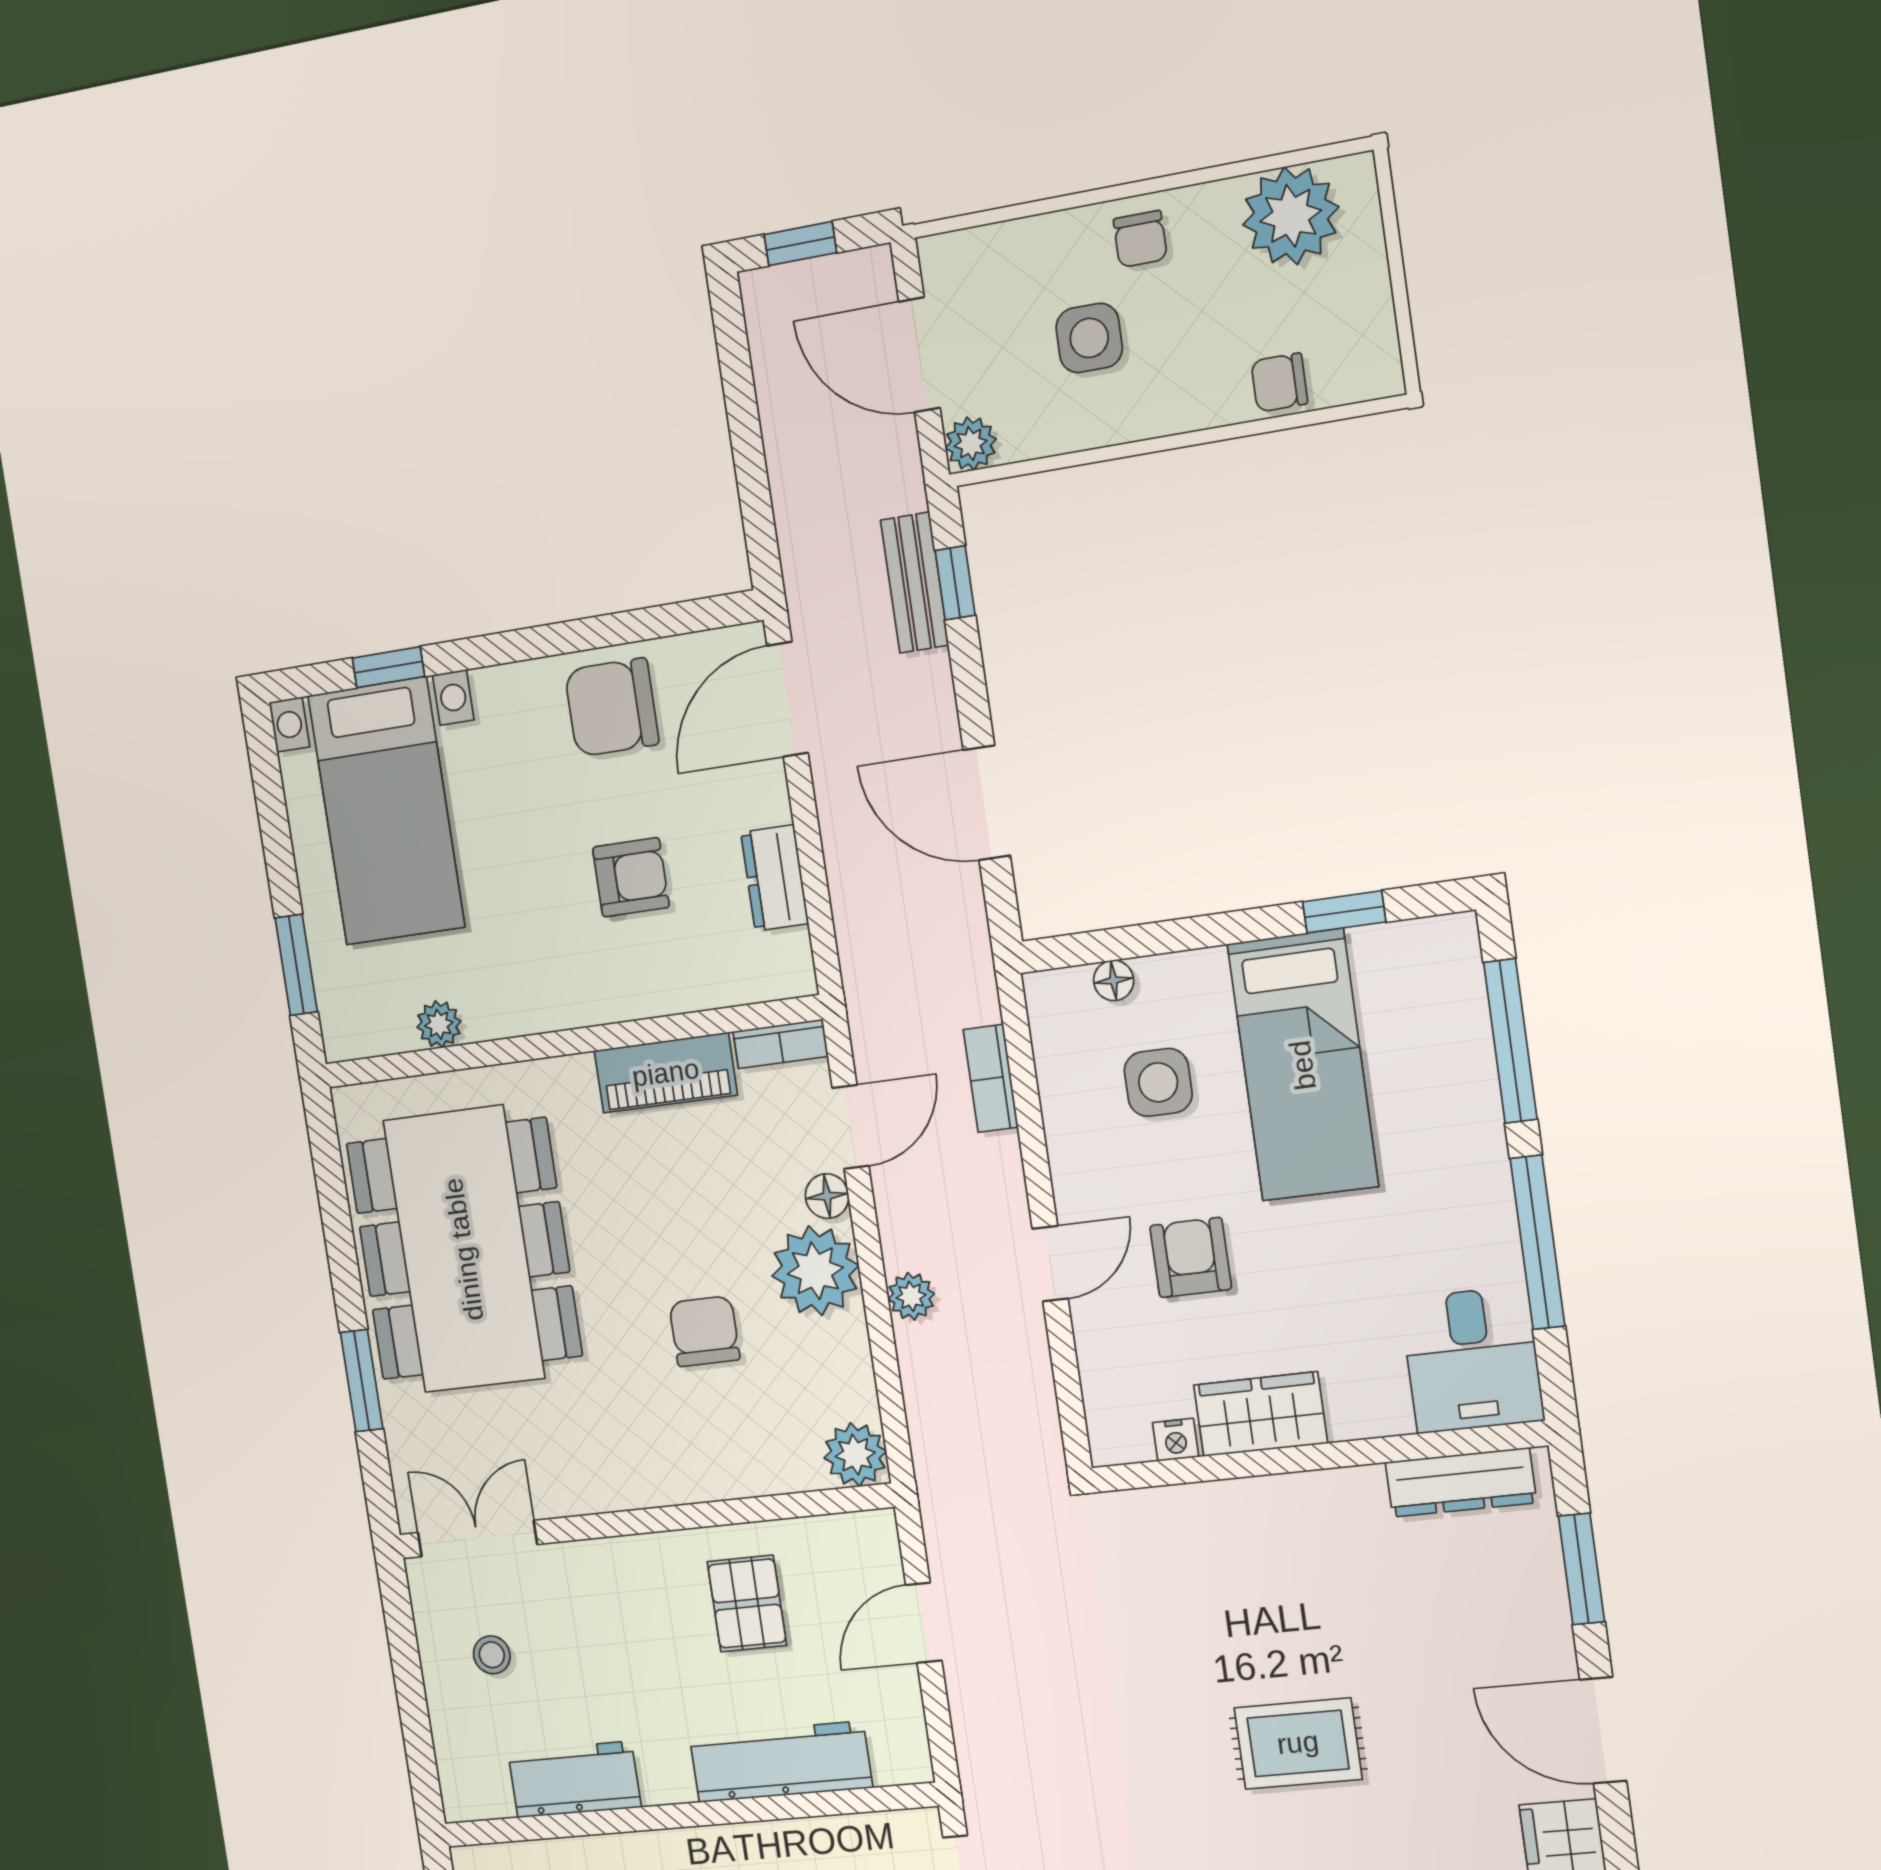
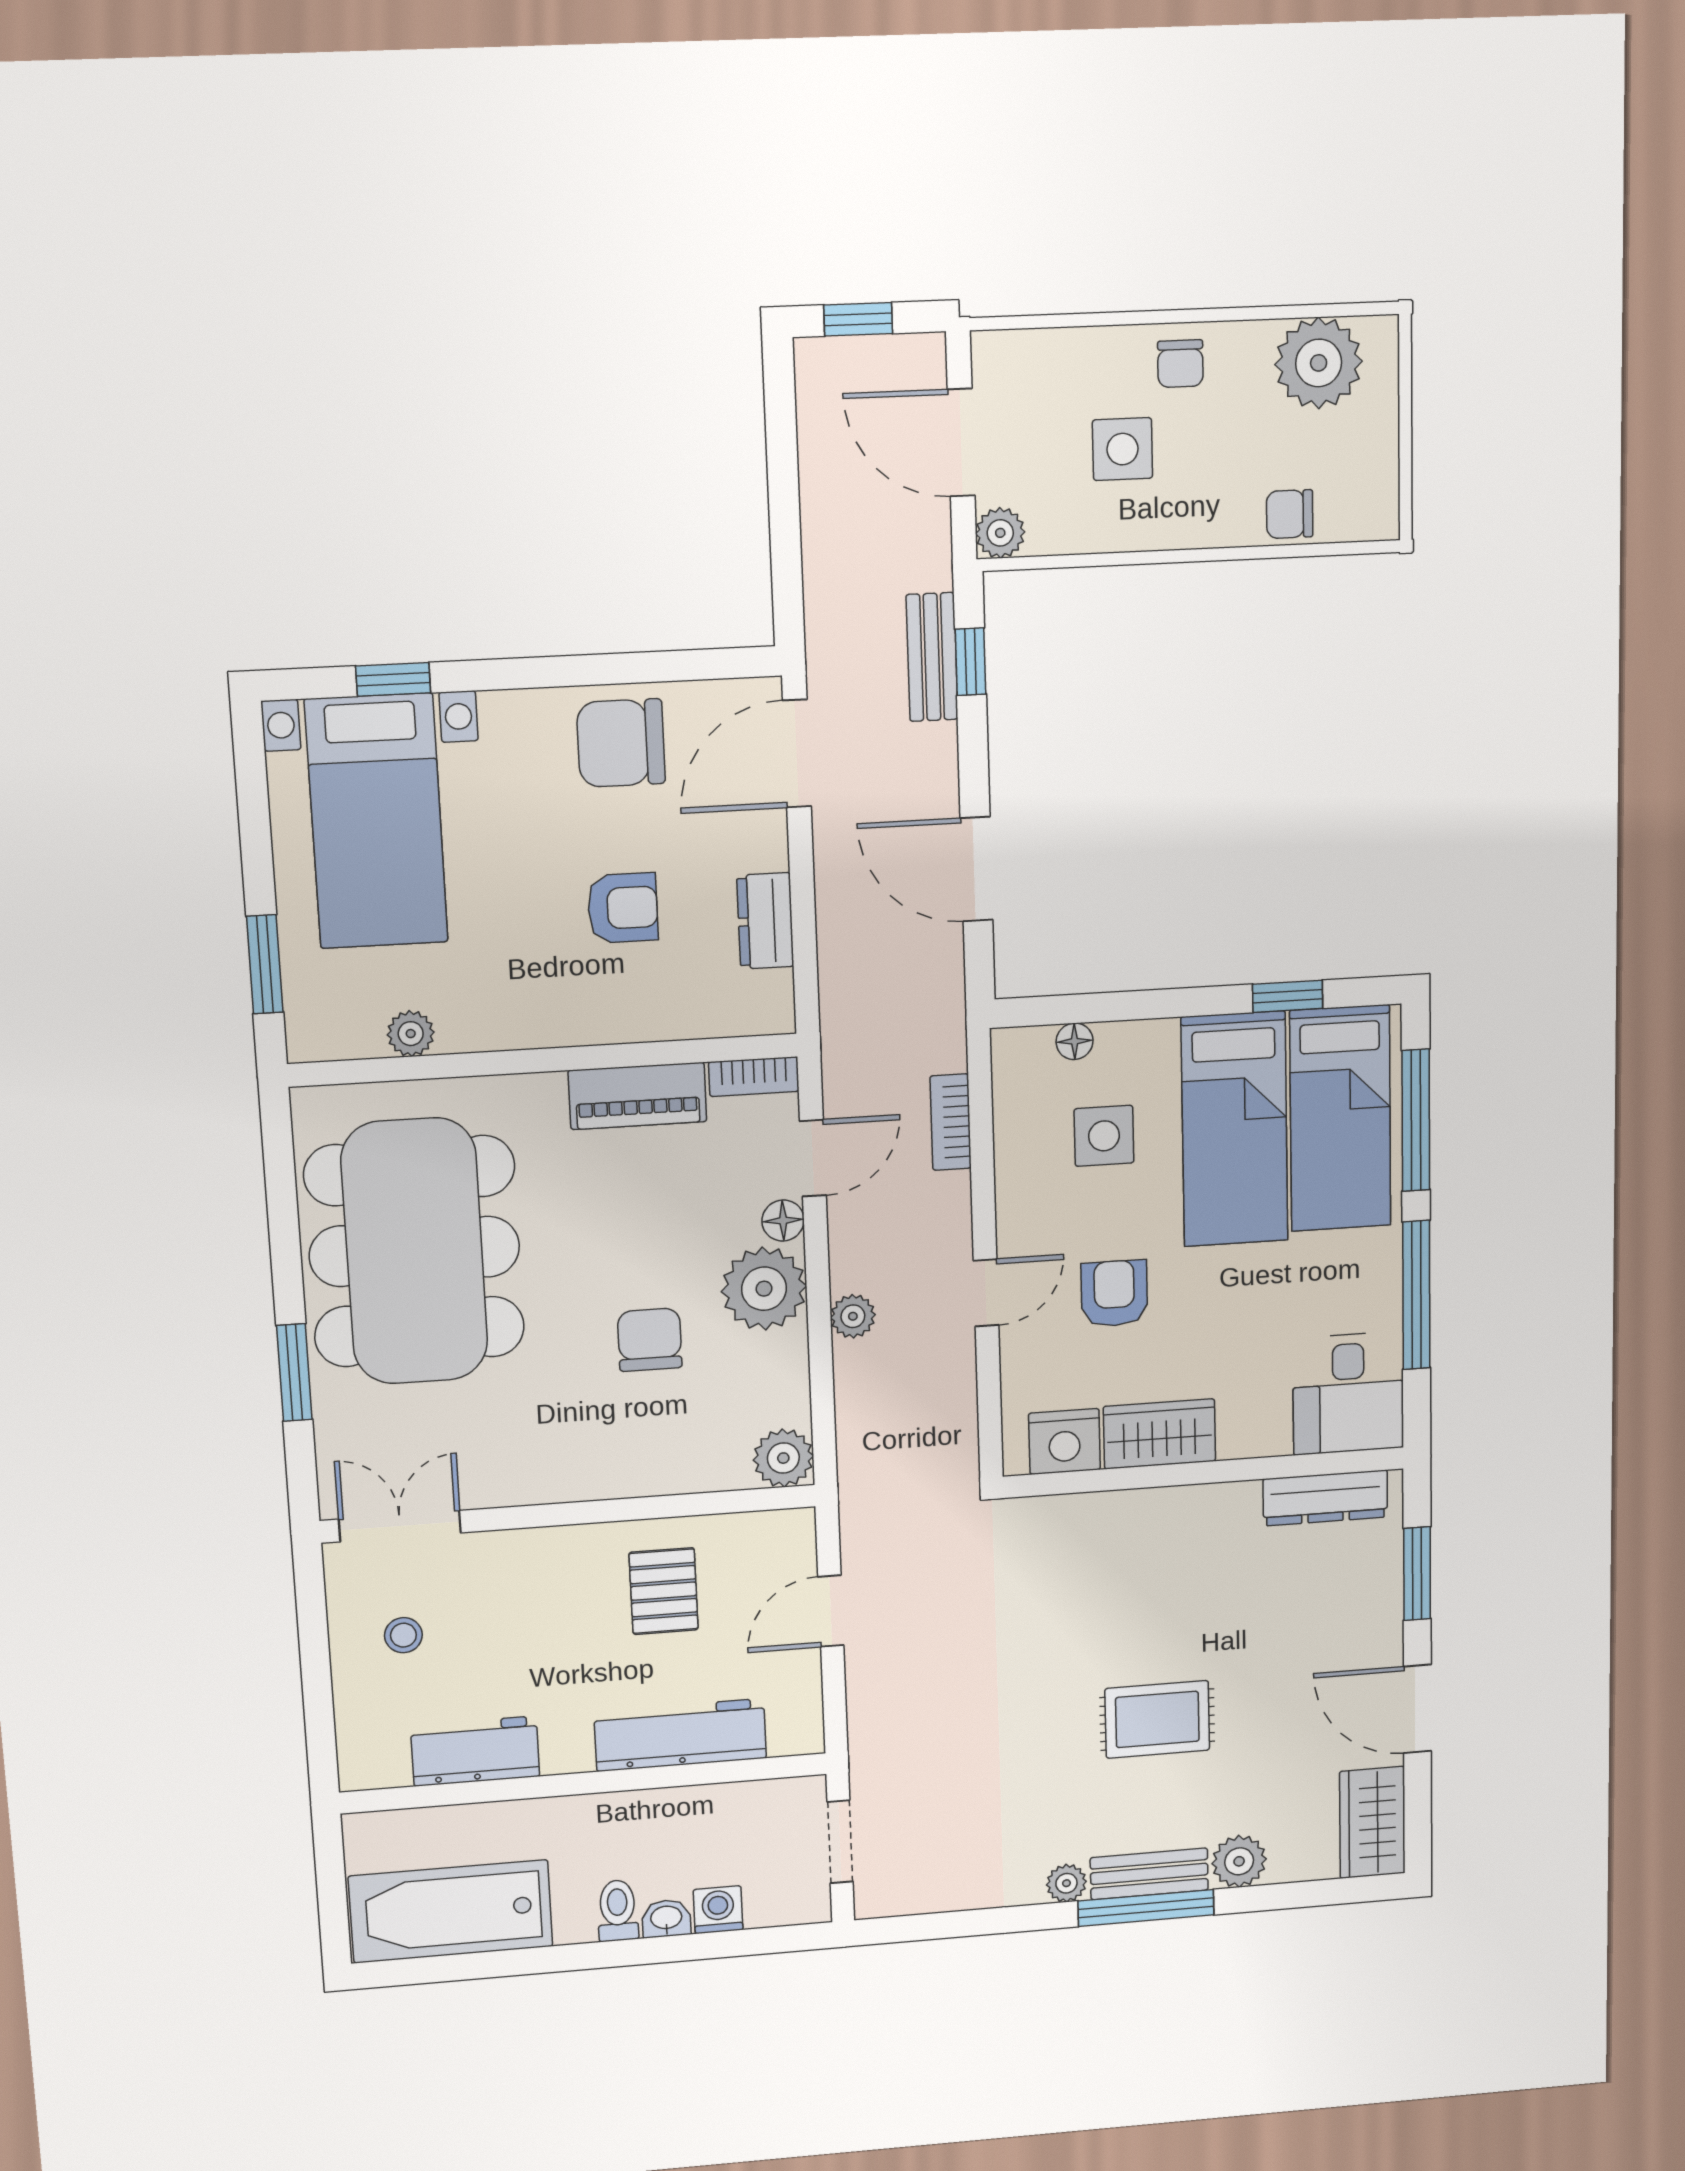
bed: (1422, 1045) -> (1340, 1118), added
nightstand: (1176, 1440) -> (1064, 1441), width x1.89, depth x1.79

